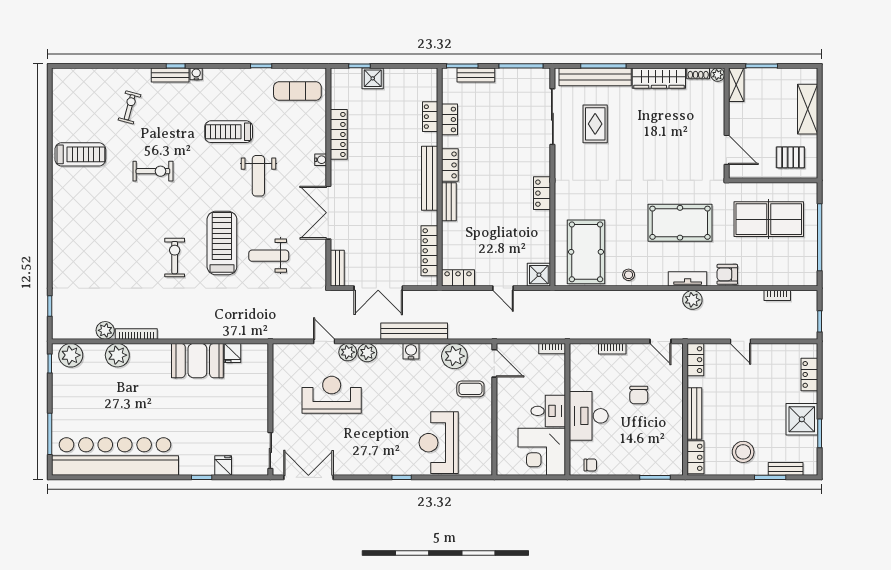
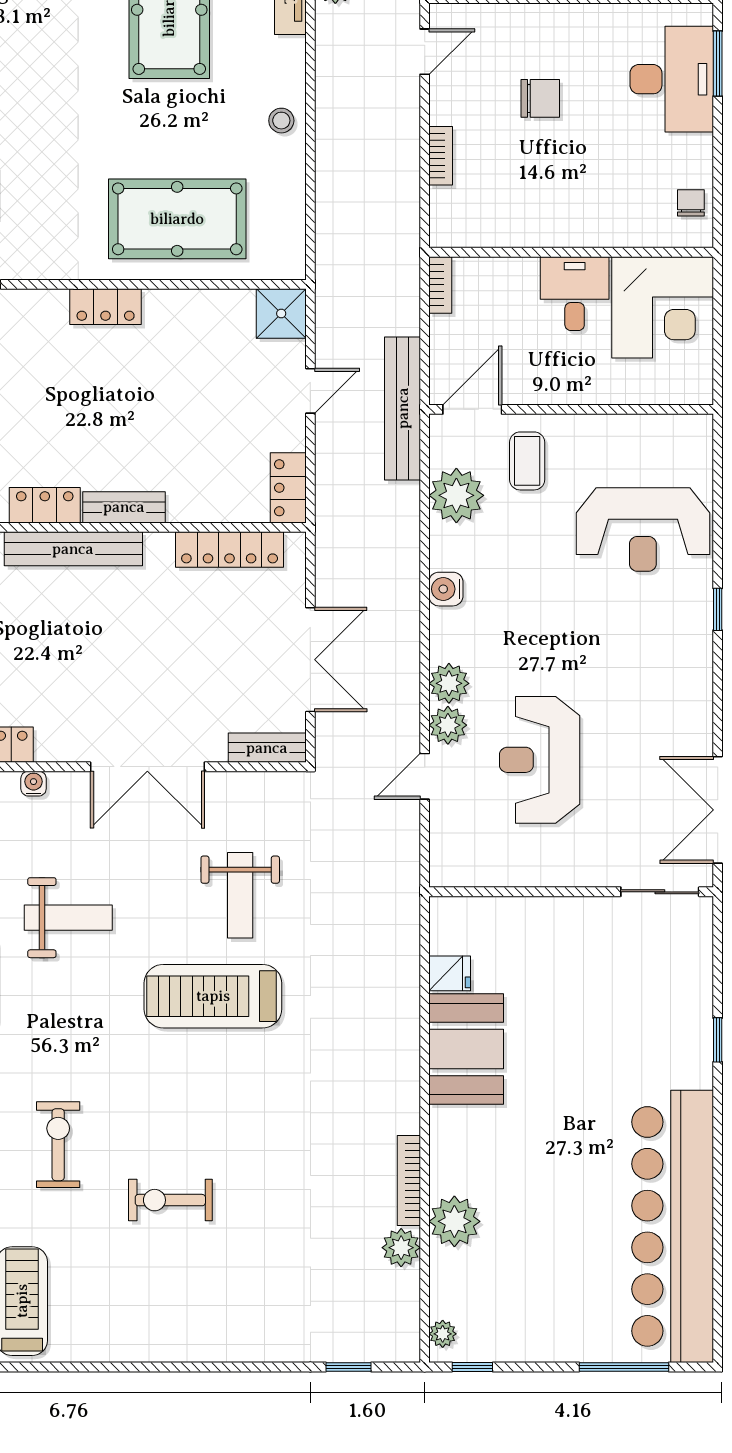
pool table: (586, 252) -> (177, 219), moved
exercise bike: (175, 258) -> (170, 1200), moved
bench: (414, 331) -> (403, 408), moved
plant: (71, 355) -> (443, 1334), width x0.53, depth x0.53
desk: (589, 416) -> (672, 79), moved, turned -90
fridge: (223, 465) -> (692, 994), removed

